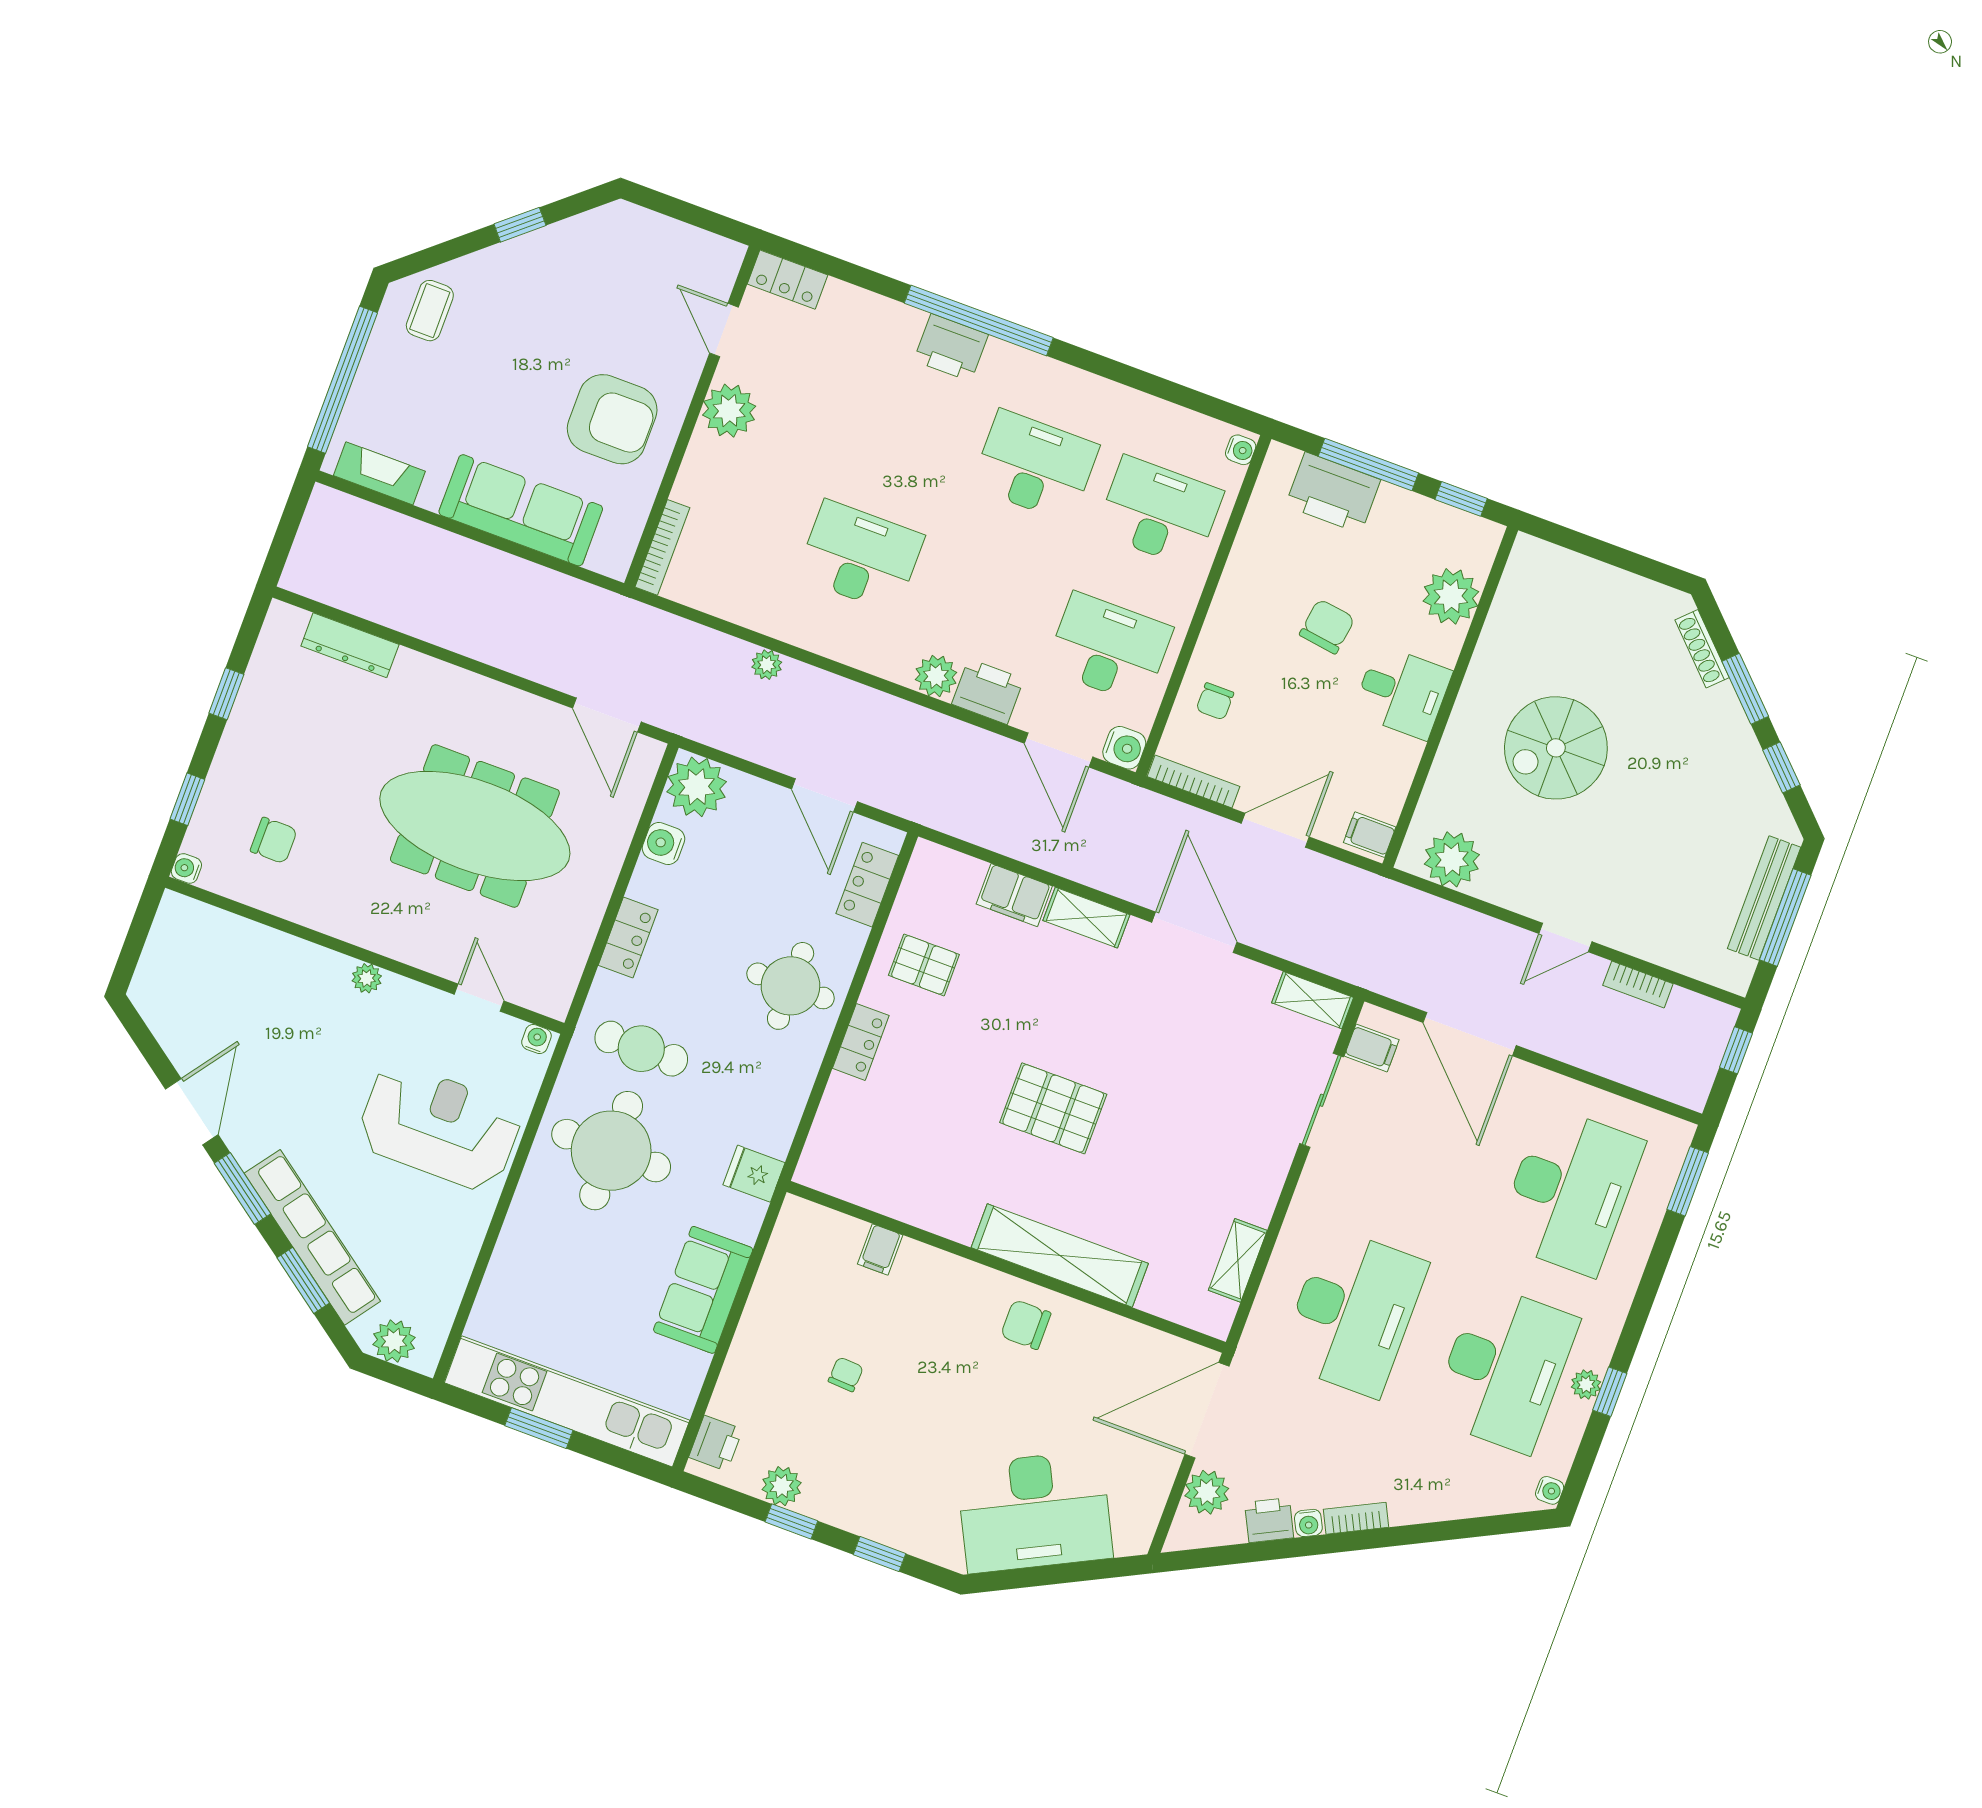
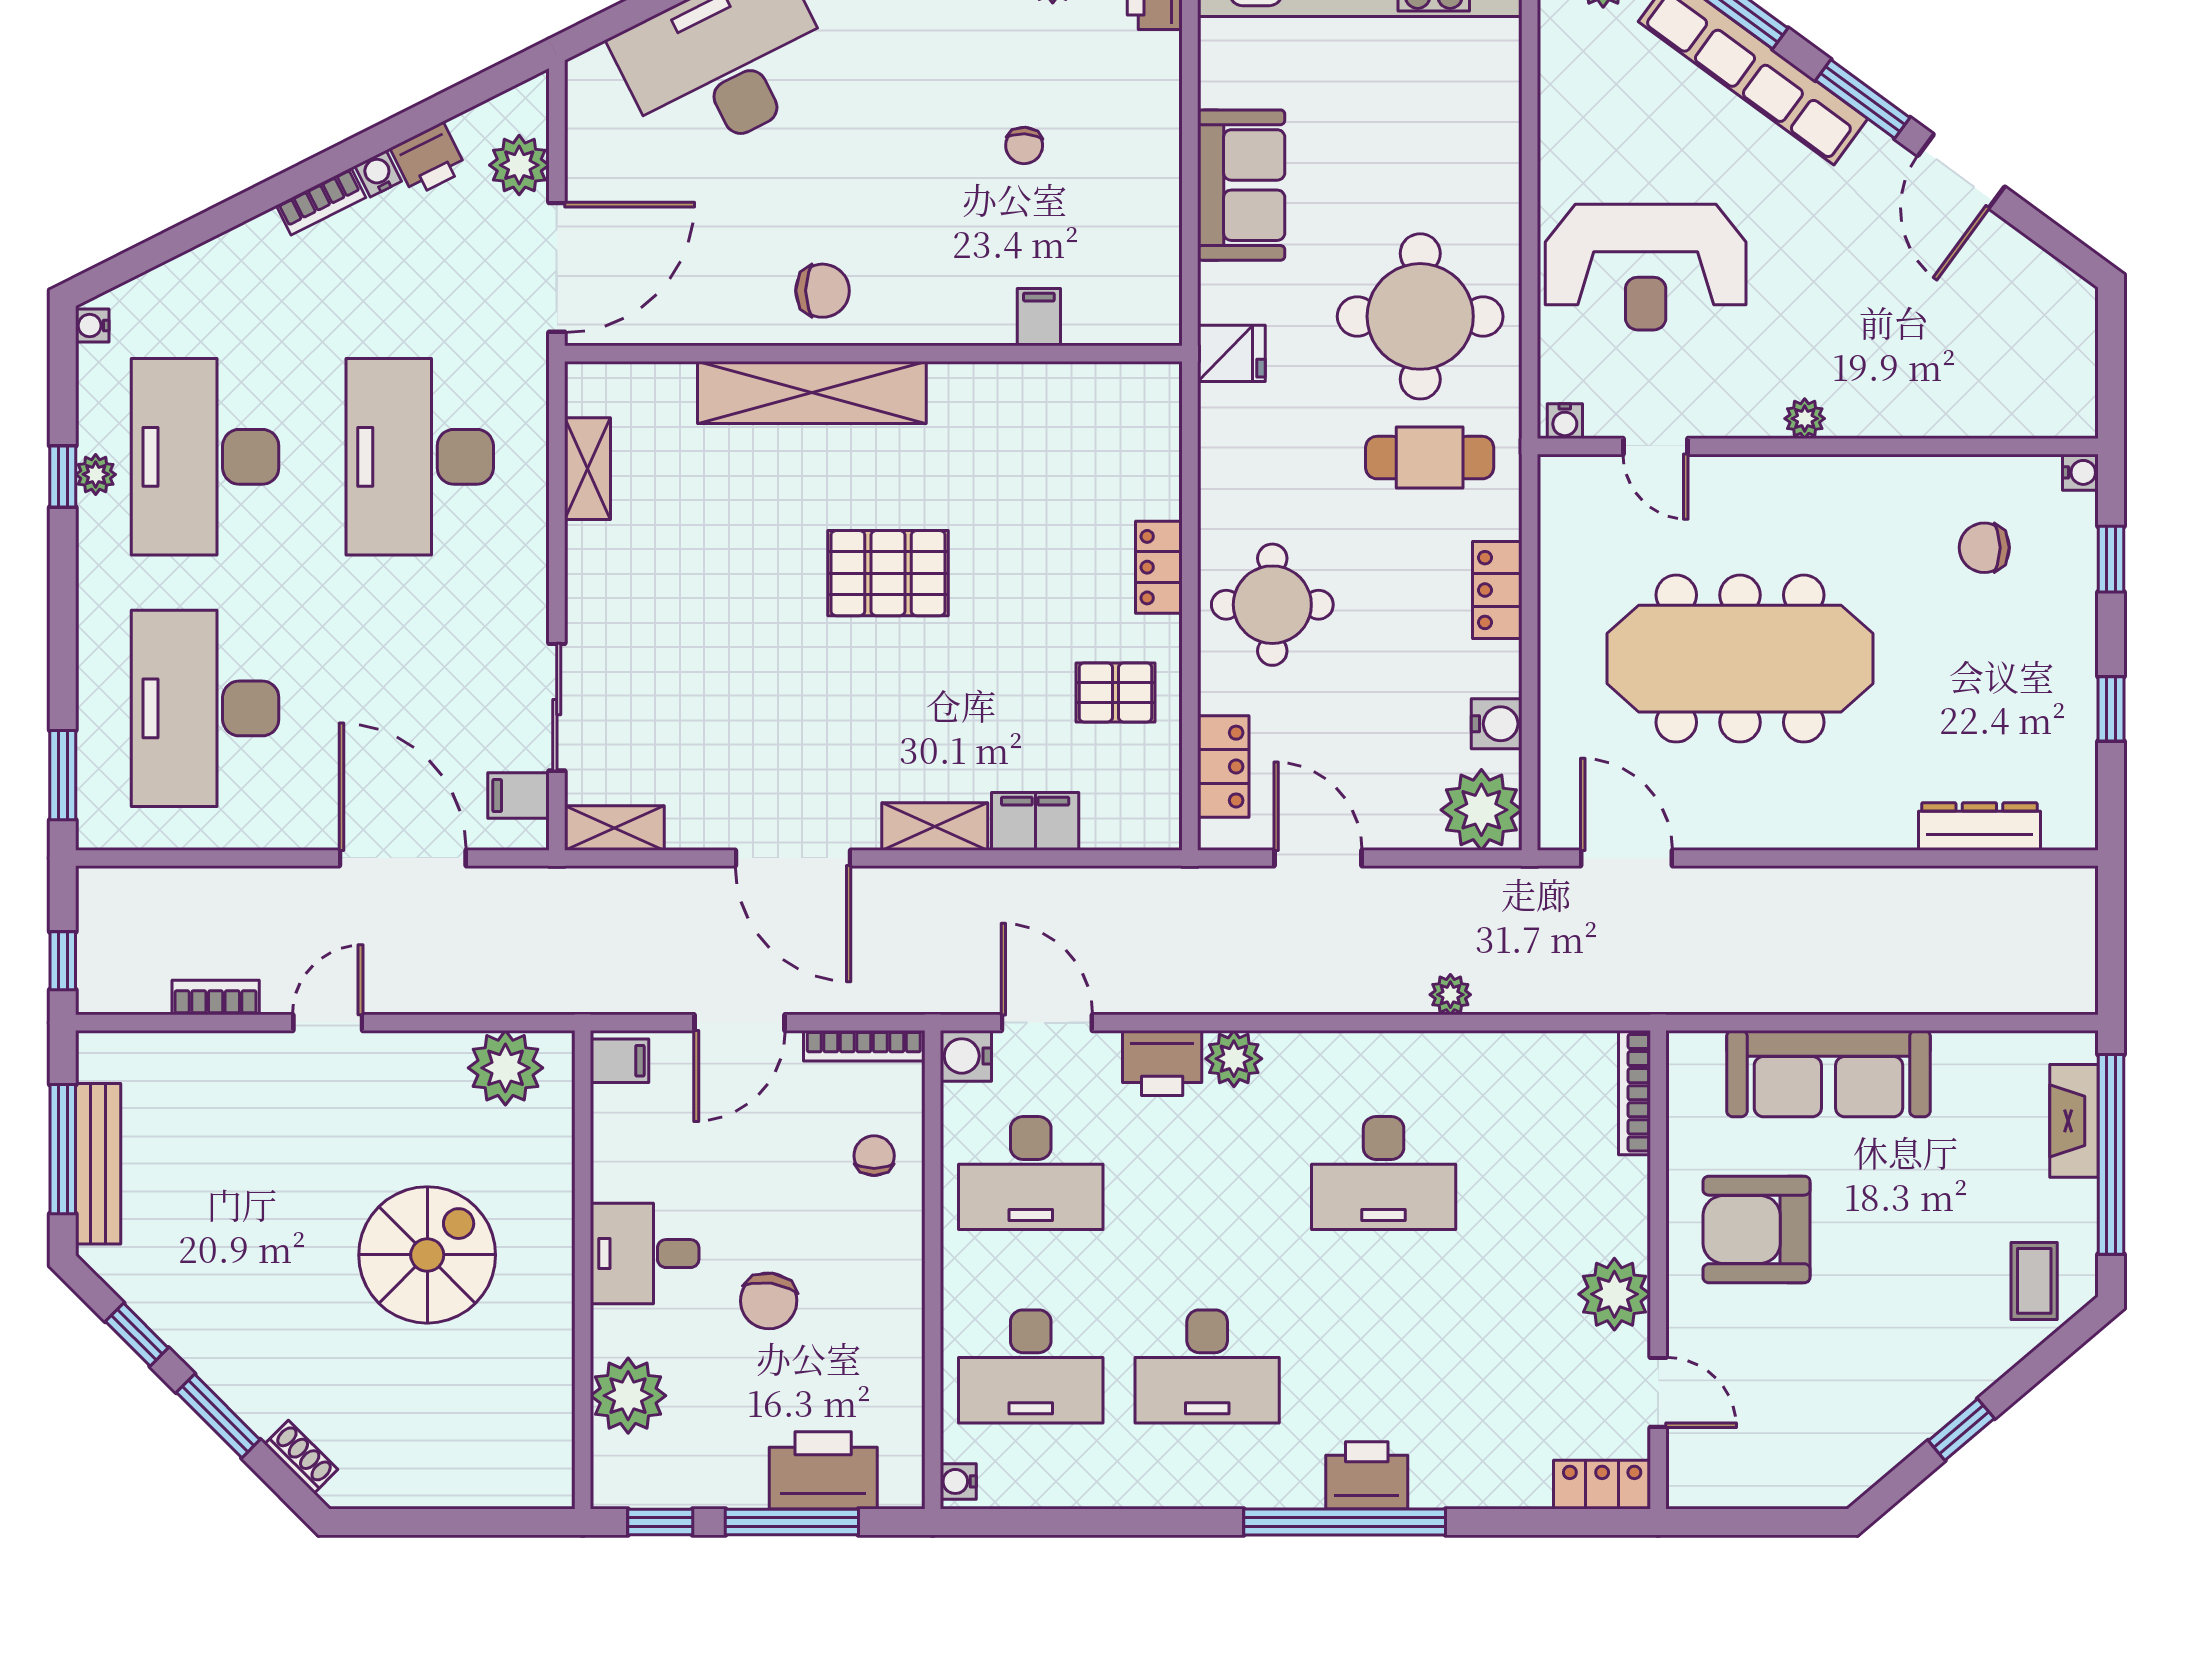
fireplace: (379, 473) -> (2074, 1121), moved, turned 90
shoe rack: (1702, 649) -> (301, 1457), width x0.70

